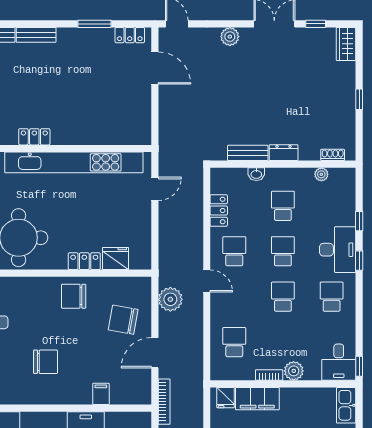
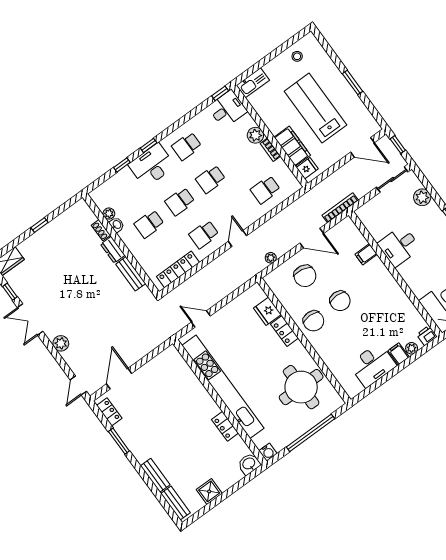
shoe rack: (333, 155) -> (101, 230), moved
washbasin: (256, 174) -> (117, 225), moved
locker: (219, 210) -> (178, 269), width x1.53
plant: (170, 299) -> (271, 258), width x0.53, depth x0.53
chair: (45, 362) -> (340, 301), moved, turned 180

